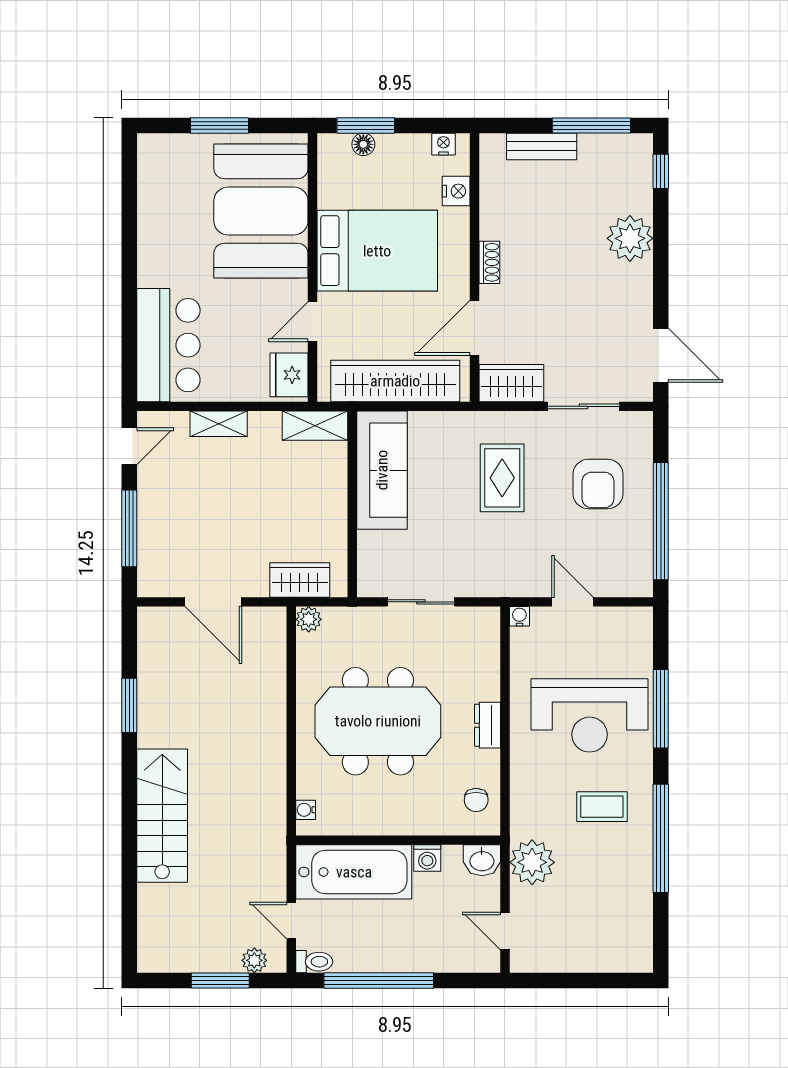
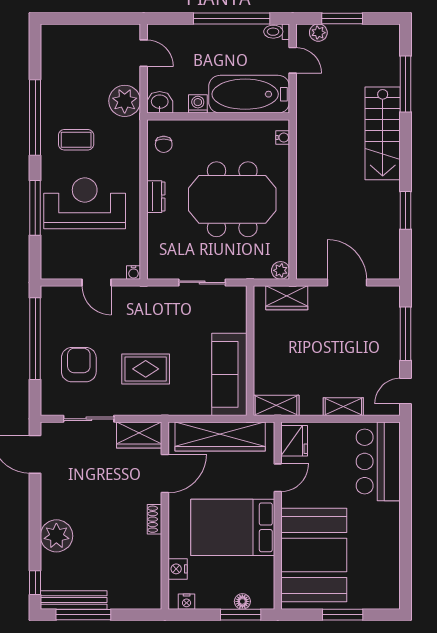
bench: (542, 146) -> (74, 600), moved, width x1.36
rug: (502, 478) -> (146, 369), turned 90
chair: (476, 800) -> (164, 144), turned 180
window: (129, 887) -> (406, 84), added

